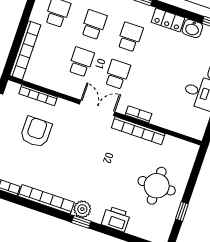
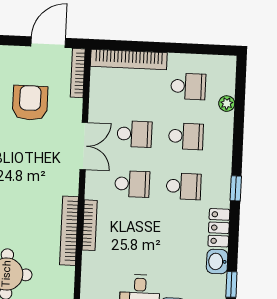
bookcase: (38, 95) -> (78, 73), moved
double door: (97, 108) -> (84, 146), moved
bookcase: (139, 114) -> (90, 225), width x1.56
armchair: (36, 132) -> (30, 103), turned -90

